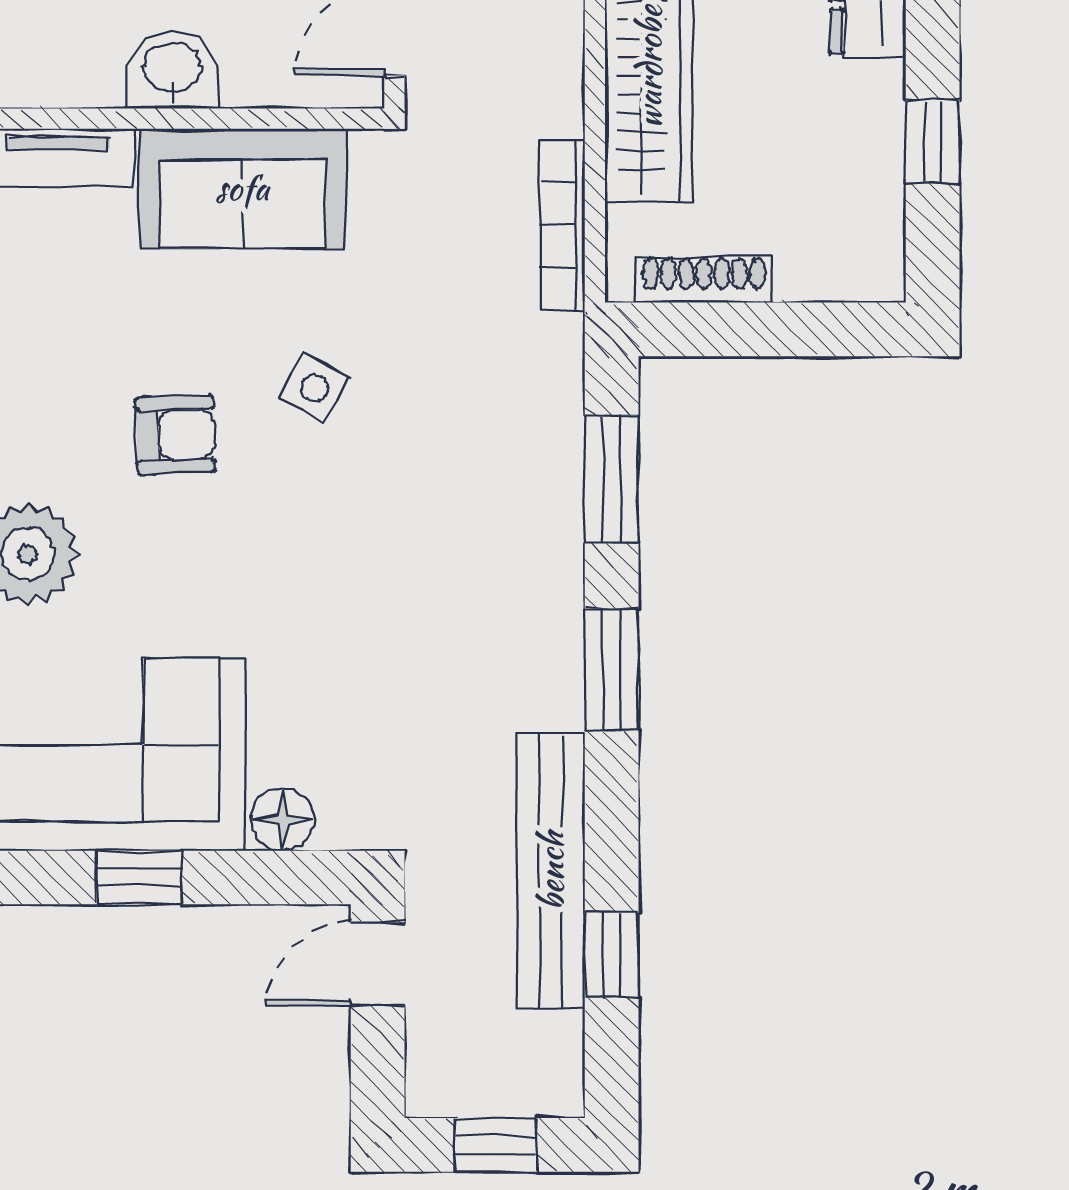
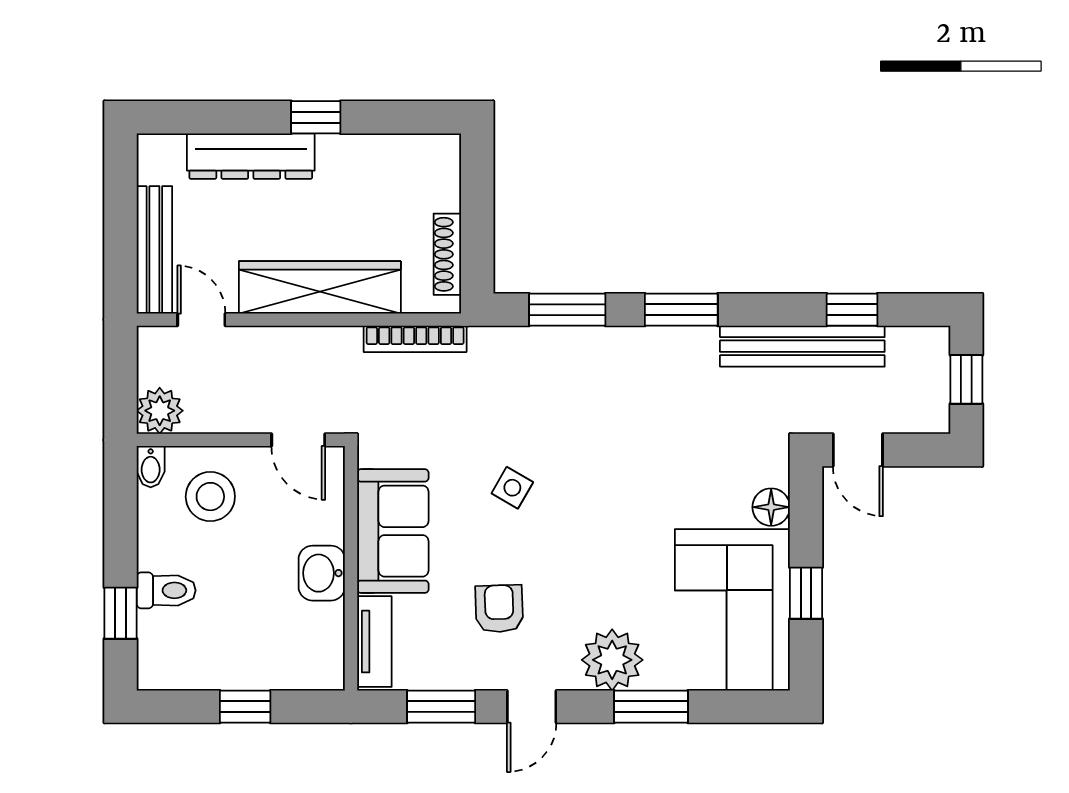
window: (933, 141) -> (316, 117), moved
armchair: (176, 435) -> (499, 609), moved

